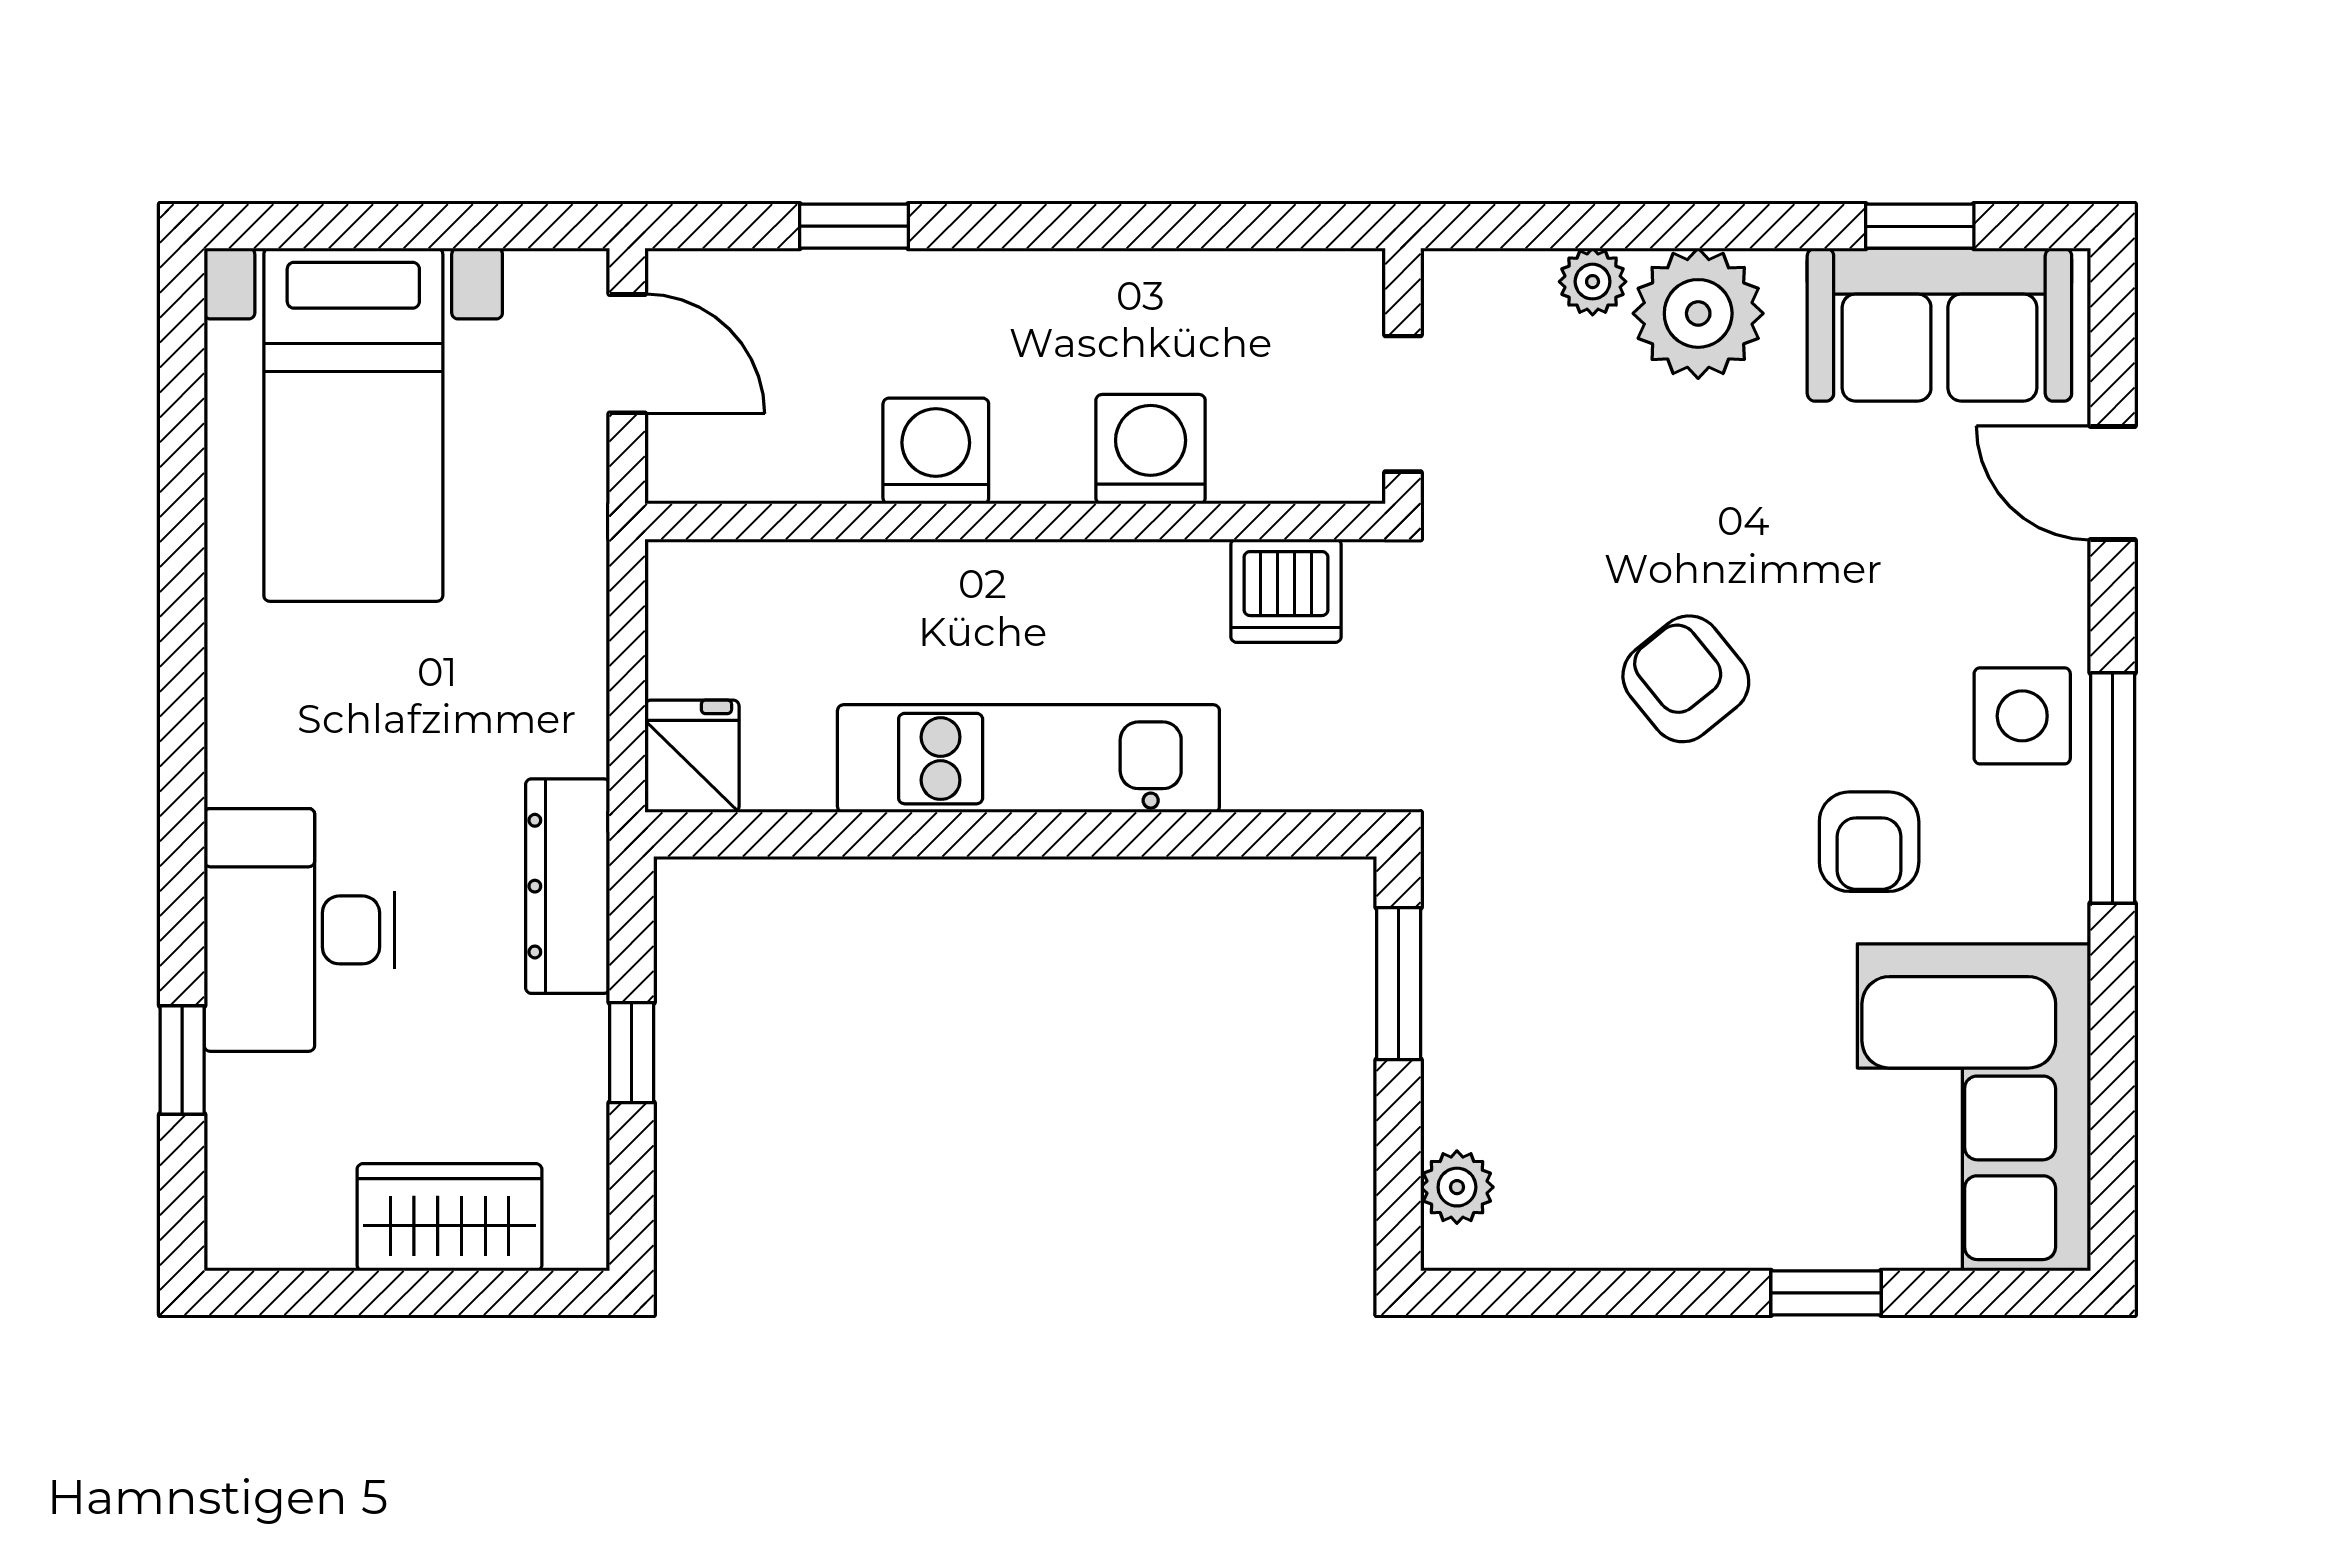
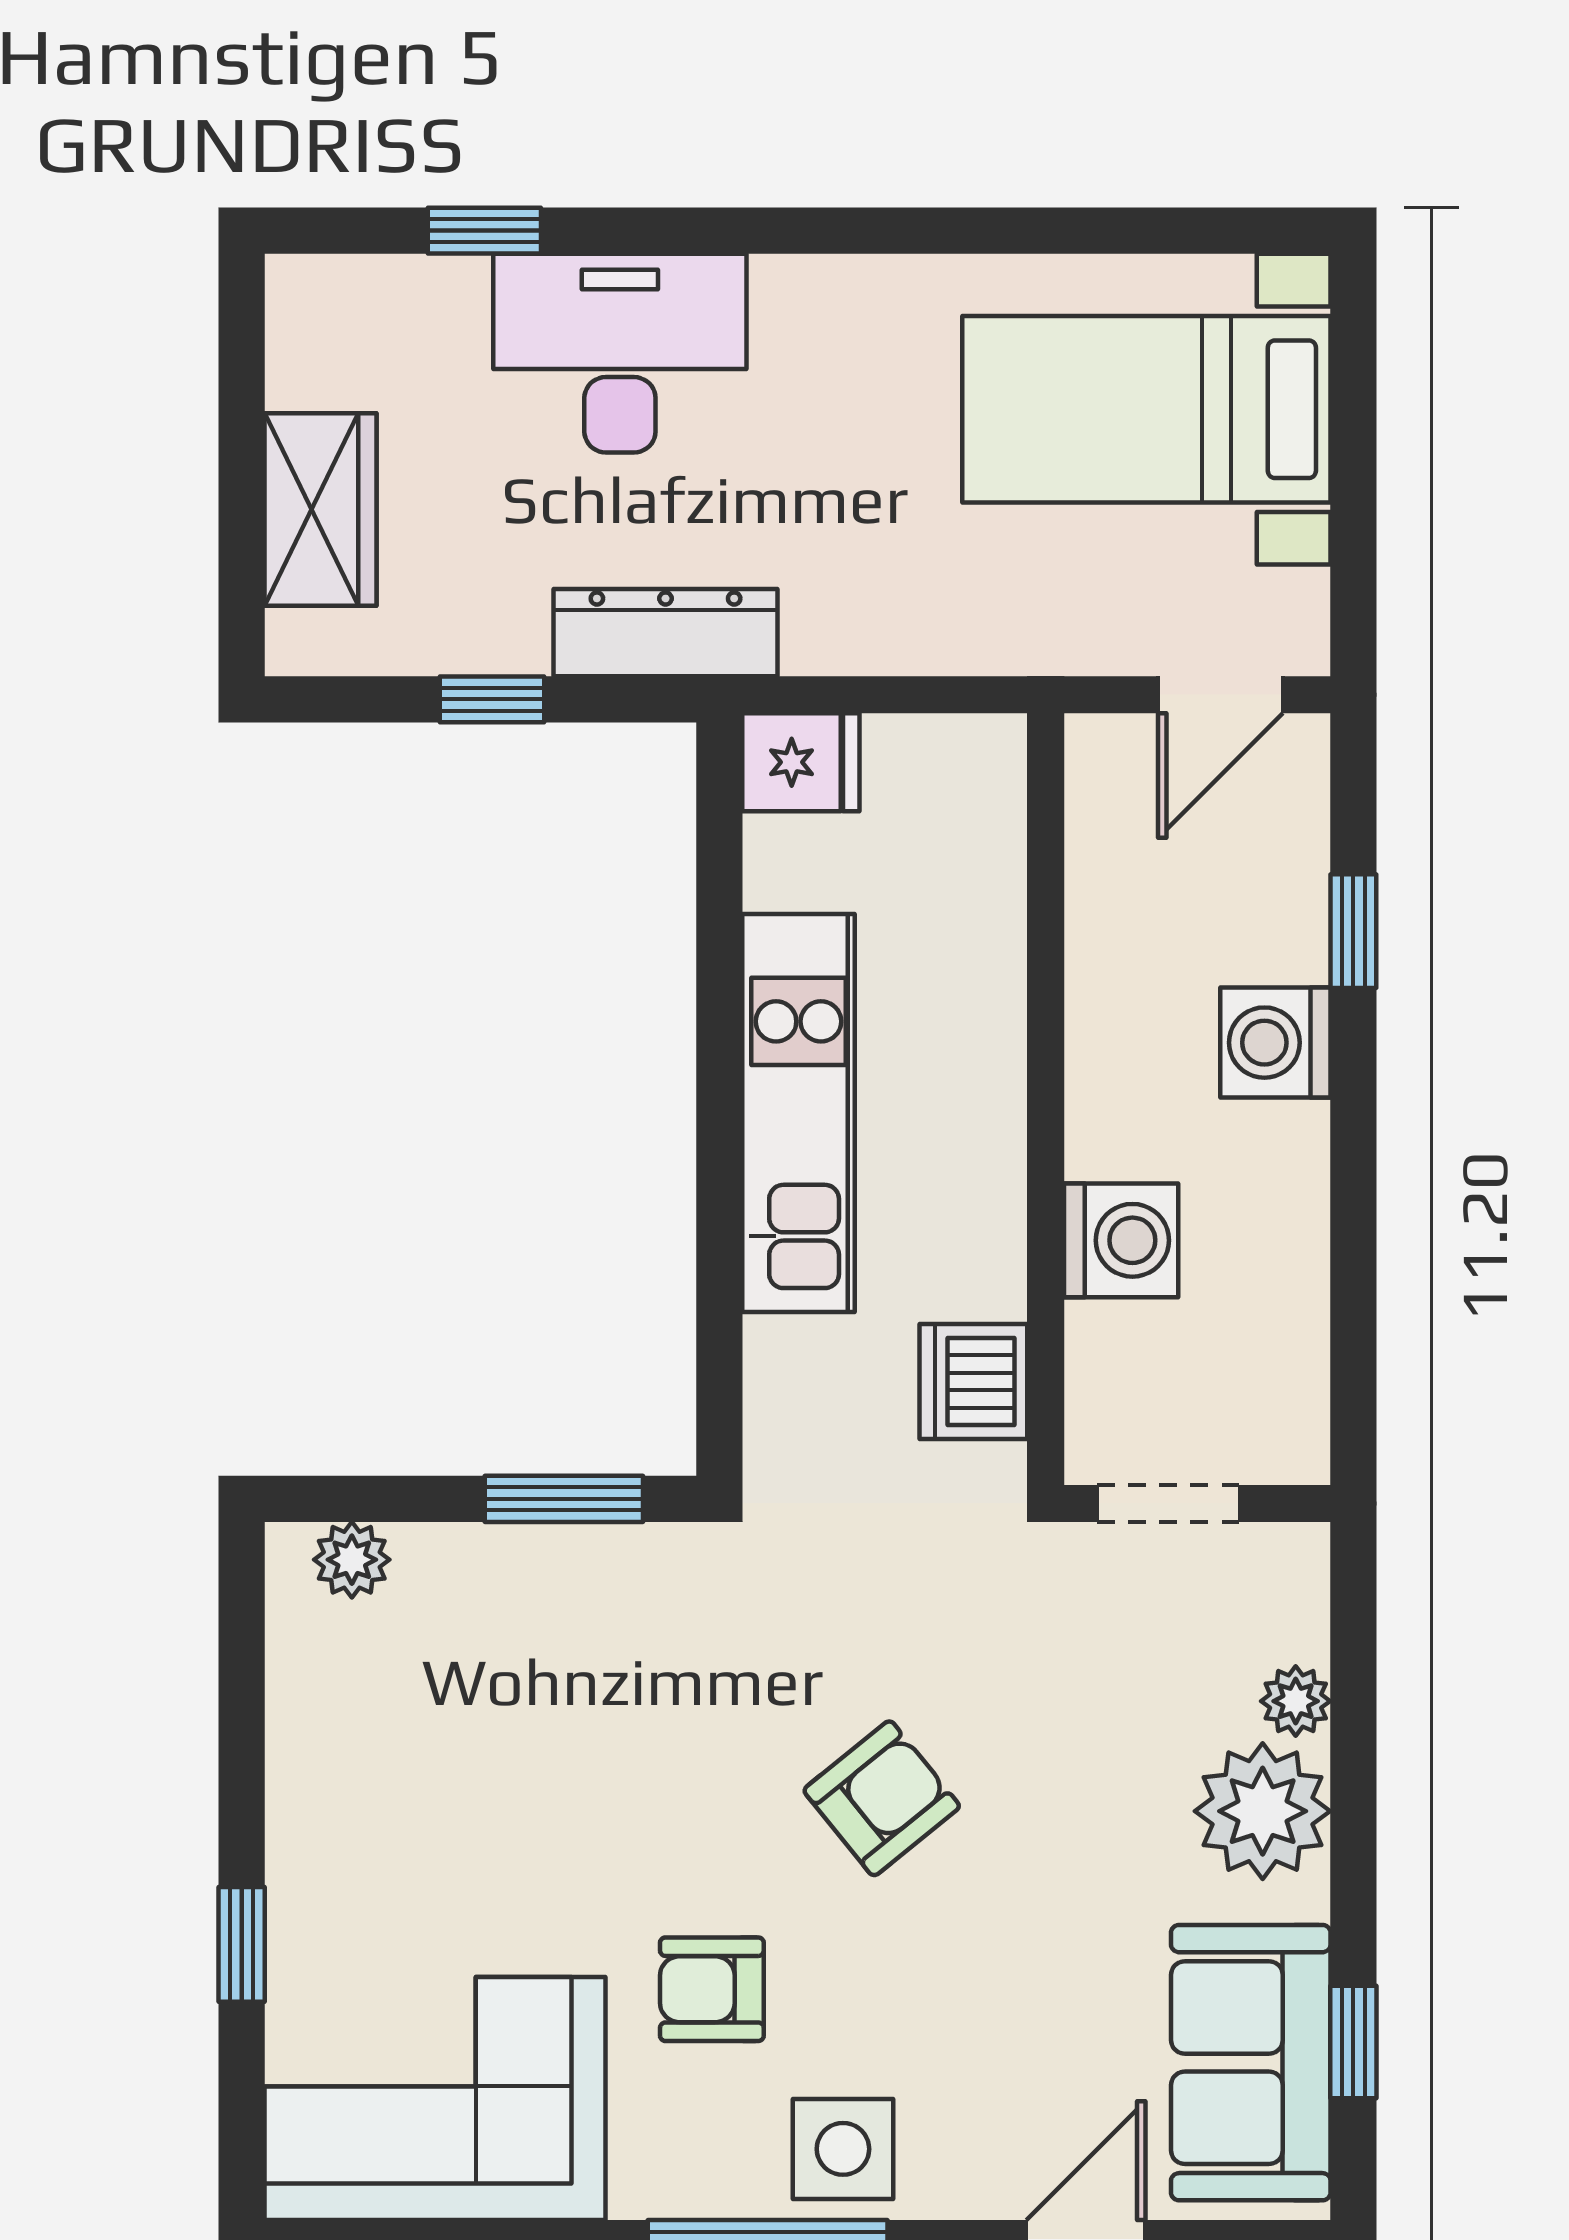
washing machine: (936, 451) -> (1275, 1043), moved, turned 180

